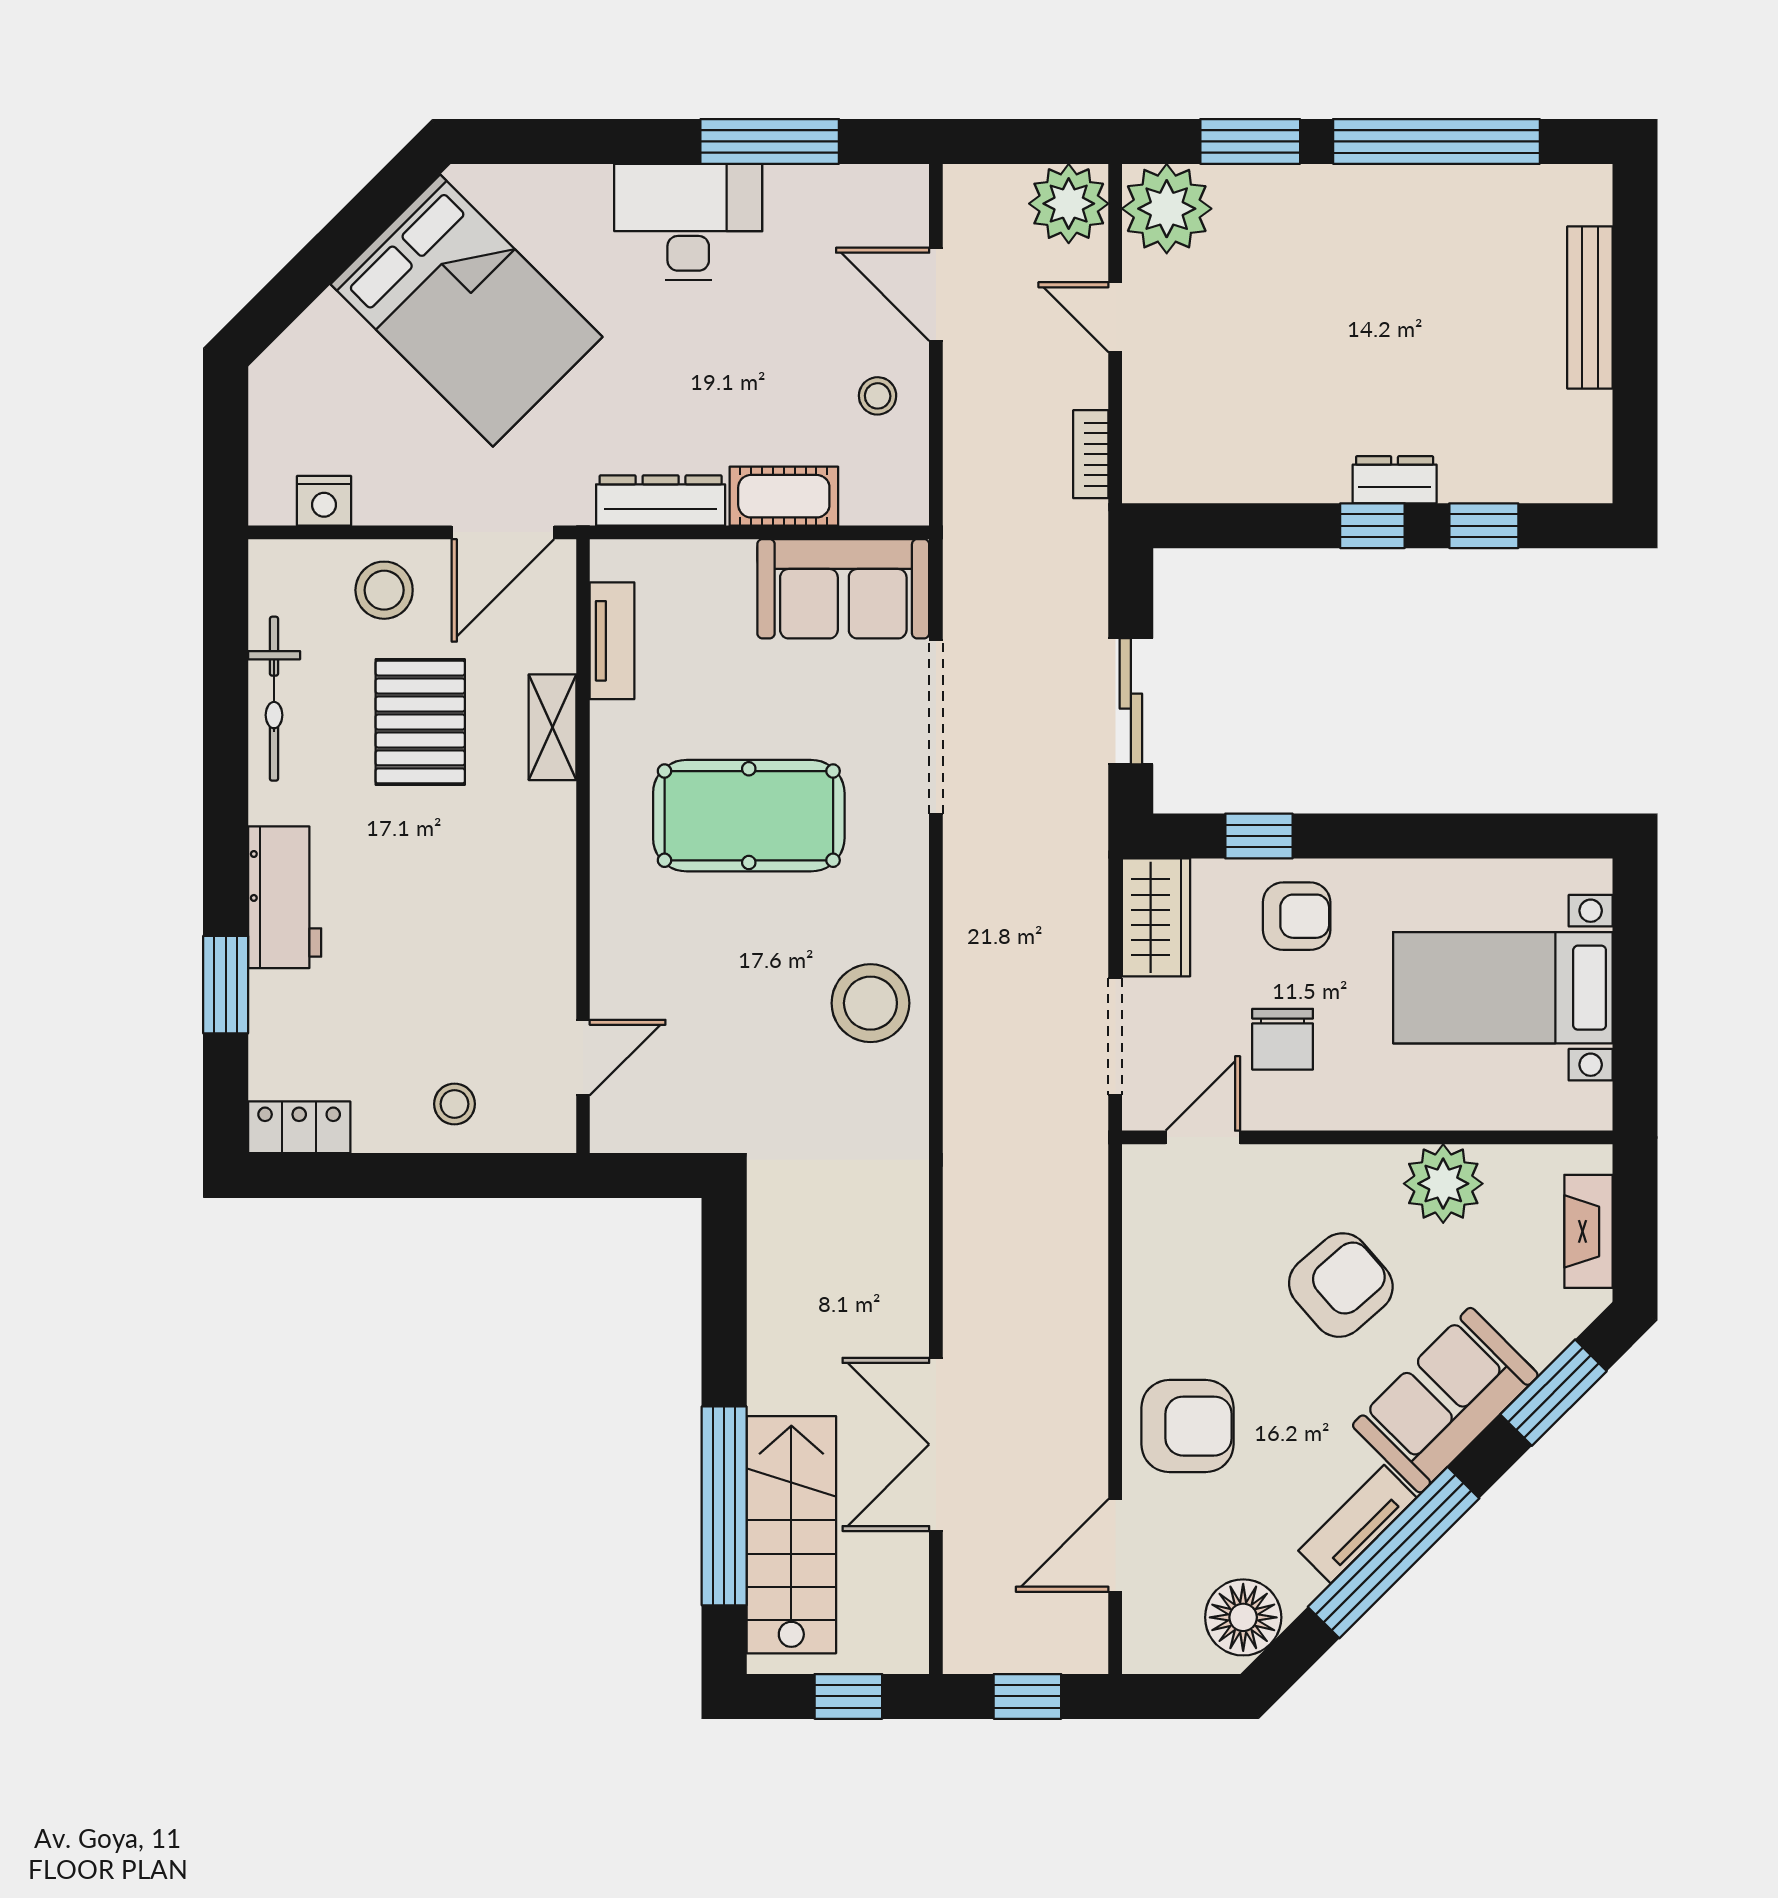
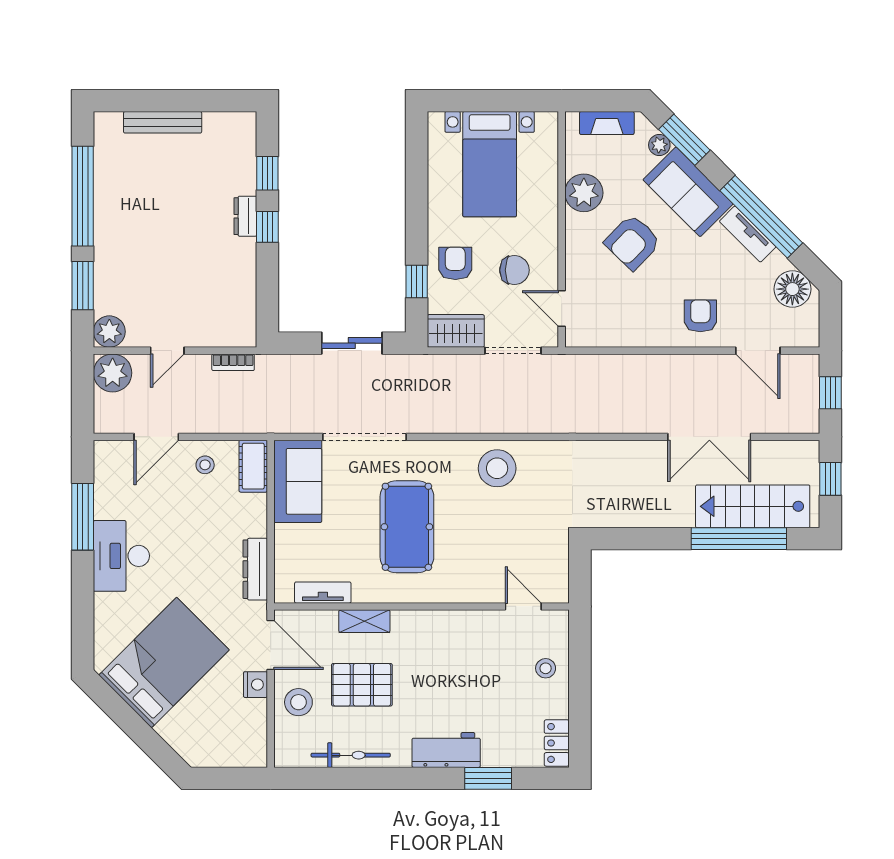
plant: (1167, 209) -> (109, 332), width x0.73, depth x0.73
cot: (784, 496) -> (253, 466), moved
nightstand: (324, 501) -> (255, 685), moved
armchair: (1341, 1285) -> (633, 242), turned -95
plant: (1543, 1340) -> (659, 145), added
armchair: (1187, 1426) -> (700, 316), width x0.72, depth x0.72

